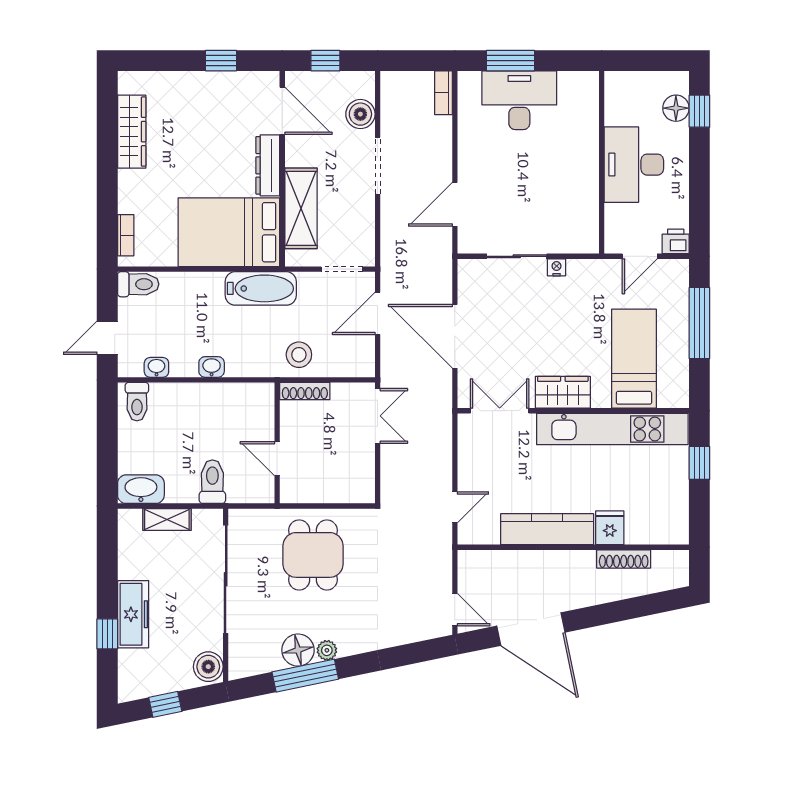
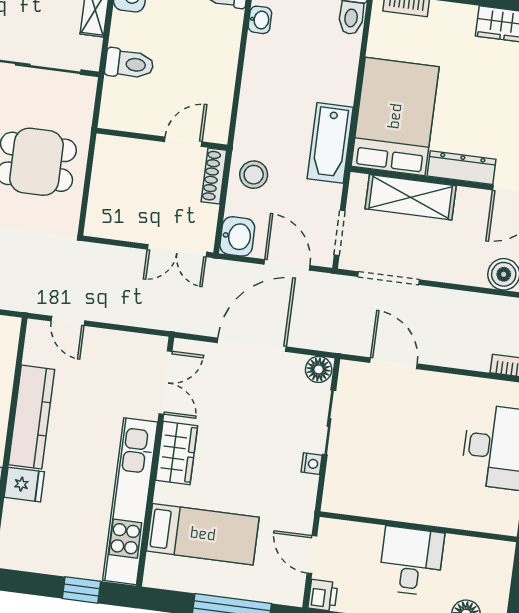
desk: (634, 165) -> (411, 561), width x0.73
doorway: (378, 166) -> (389, 278), moved
floor lamp: (469, 272) -> (319, 369), added
washbasin: (212, 367) -> (237, 236), moved, width x1.38, depth x1.45
door: (277, 459) -> (183, 142), moved

